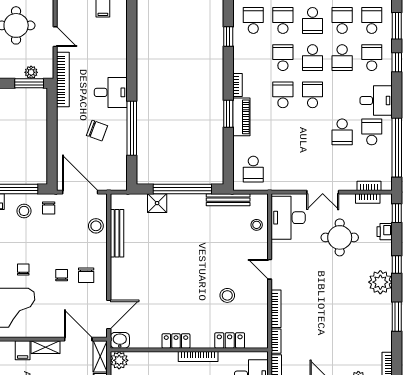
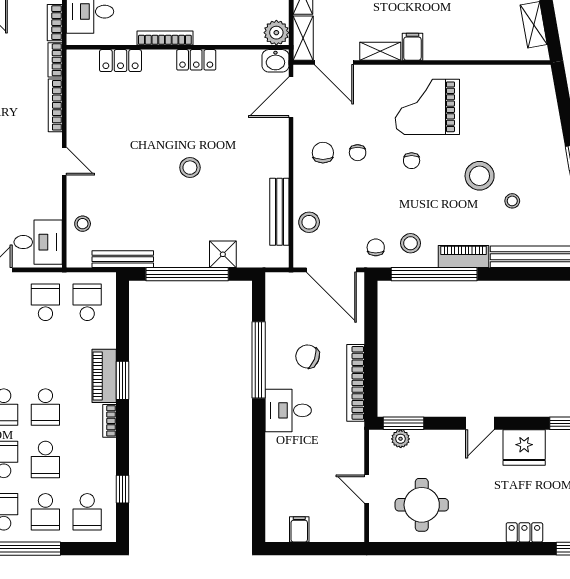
bookcase: (63, 80) -> (356, 383), moved
school desk: (283, 169) -> (45, 302), added
desk: (288, 218) -> (38, 242), width x0.73
stool: (227, 295) -> (190, 168), moved

